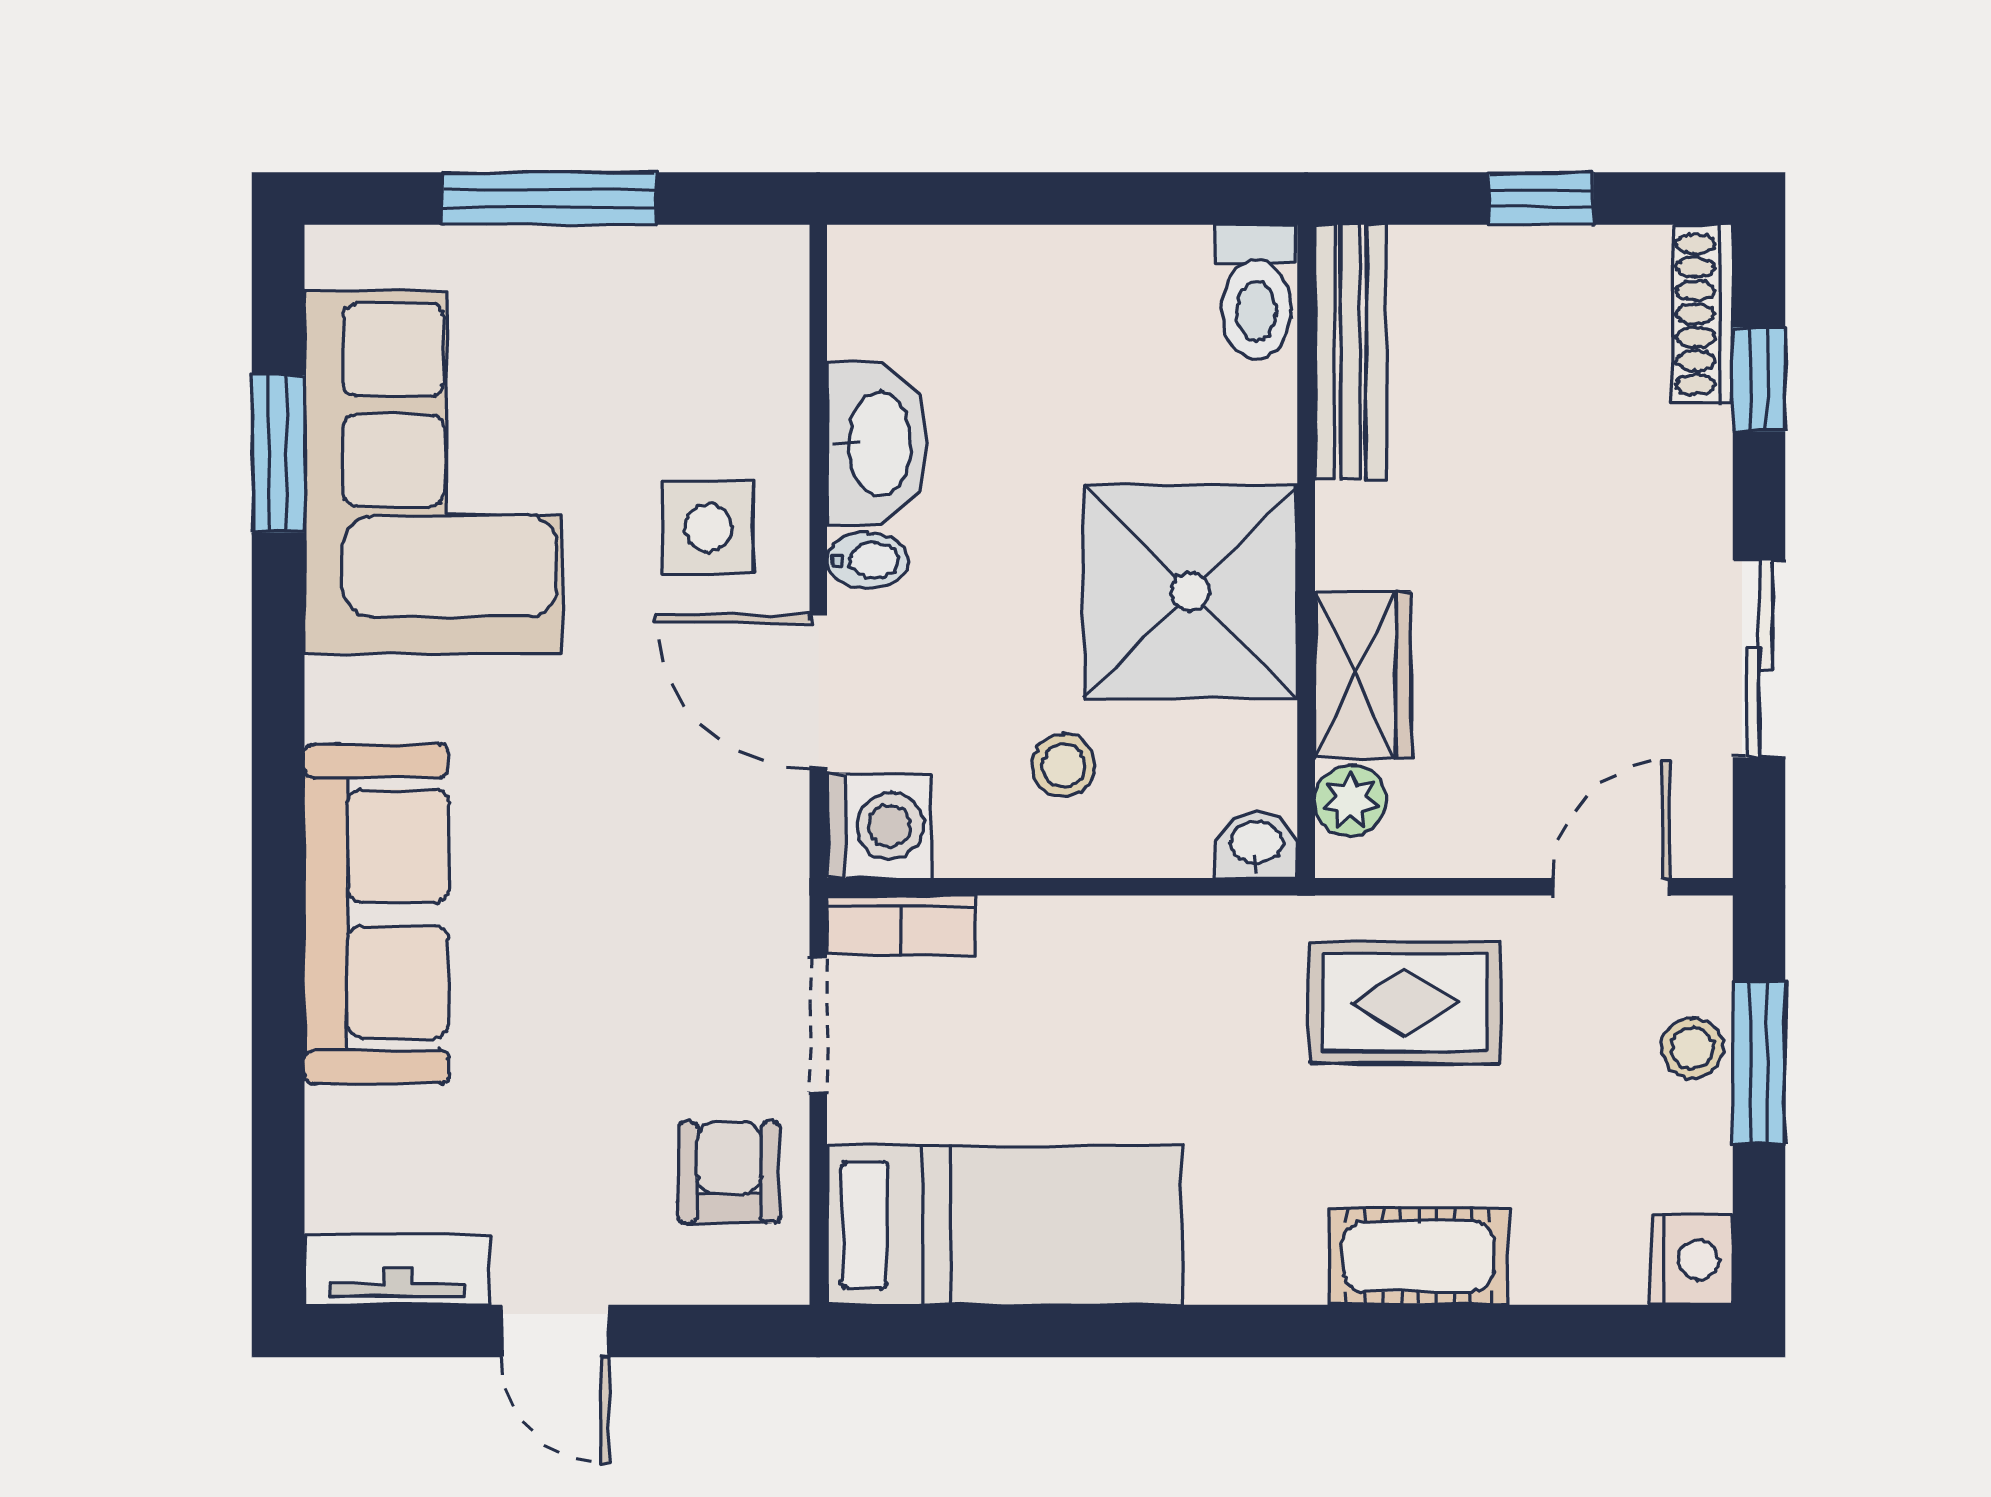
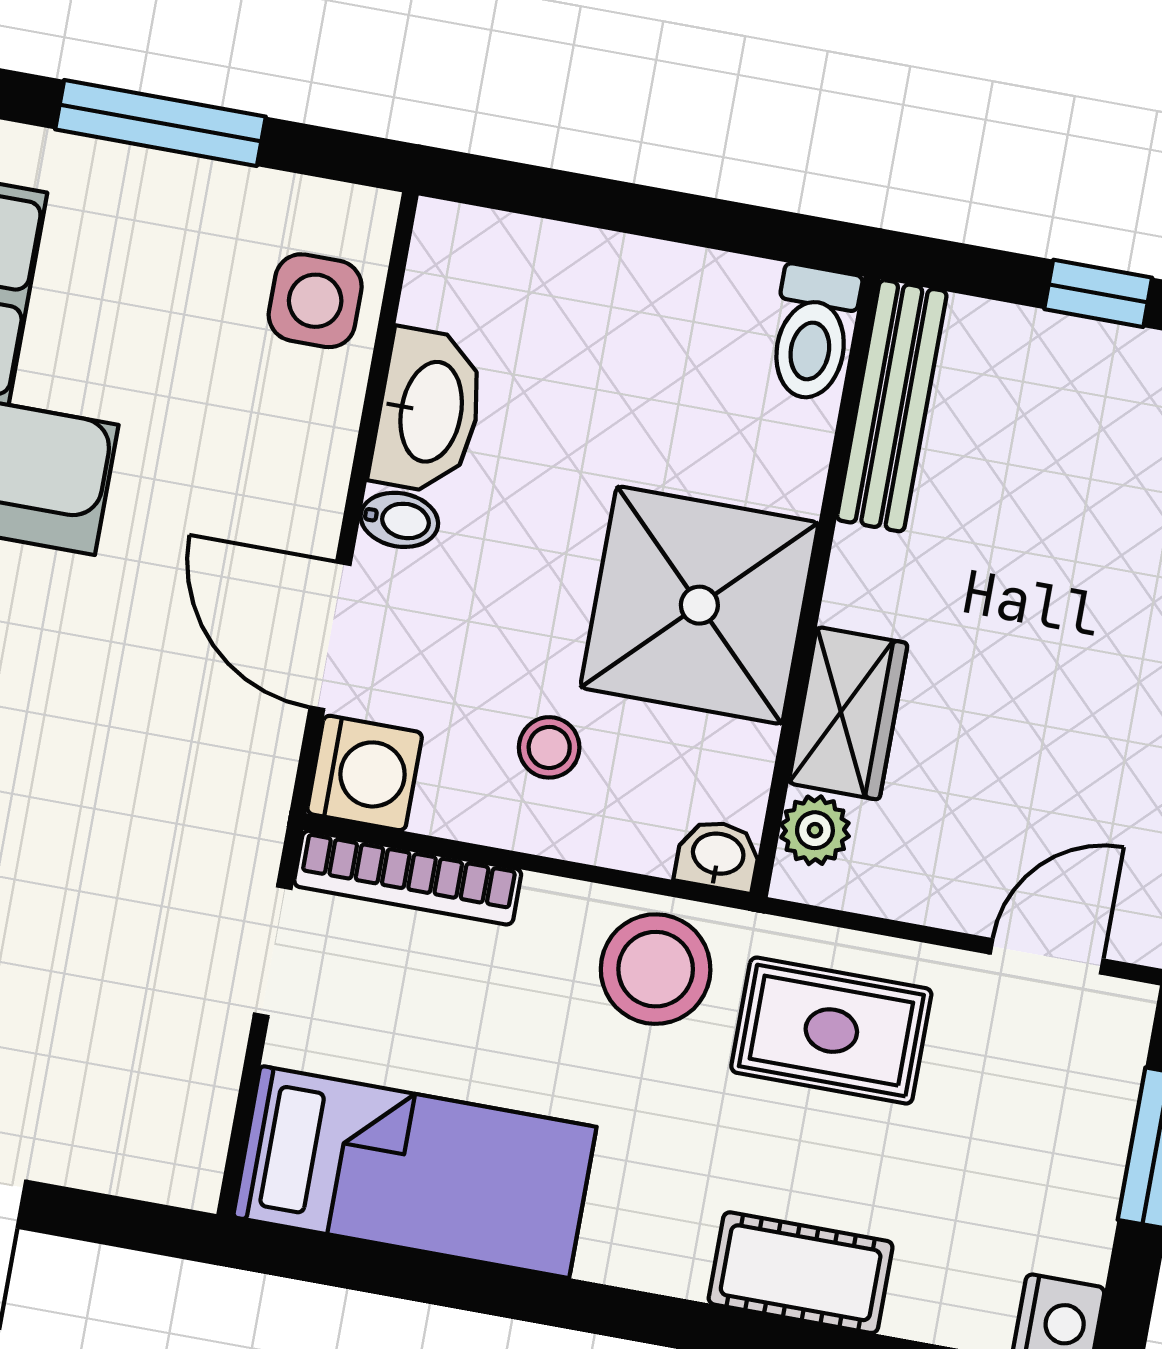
side table: (708, 527) -> (315, 301), moved
bookcase: (901, 925) -> (408, 878), width x1.56
stool: (1692, 1048) -> (656, 969), moved, width x1.89, depth x1.89
armchair: (729, 1172) -> (163, 1075), removed

